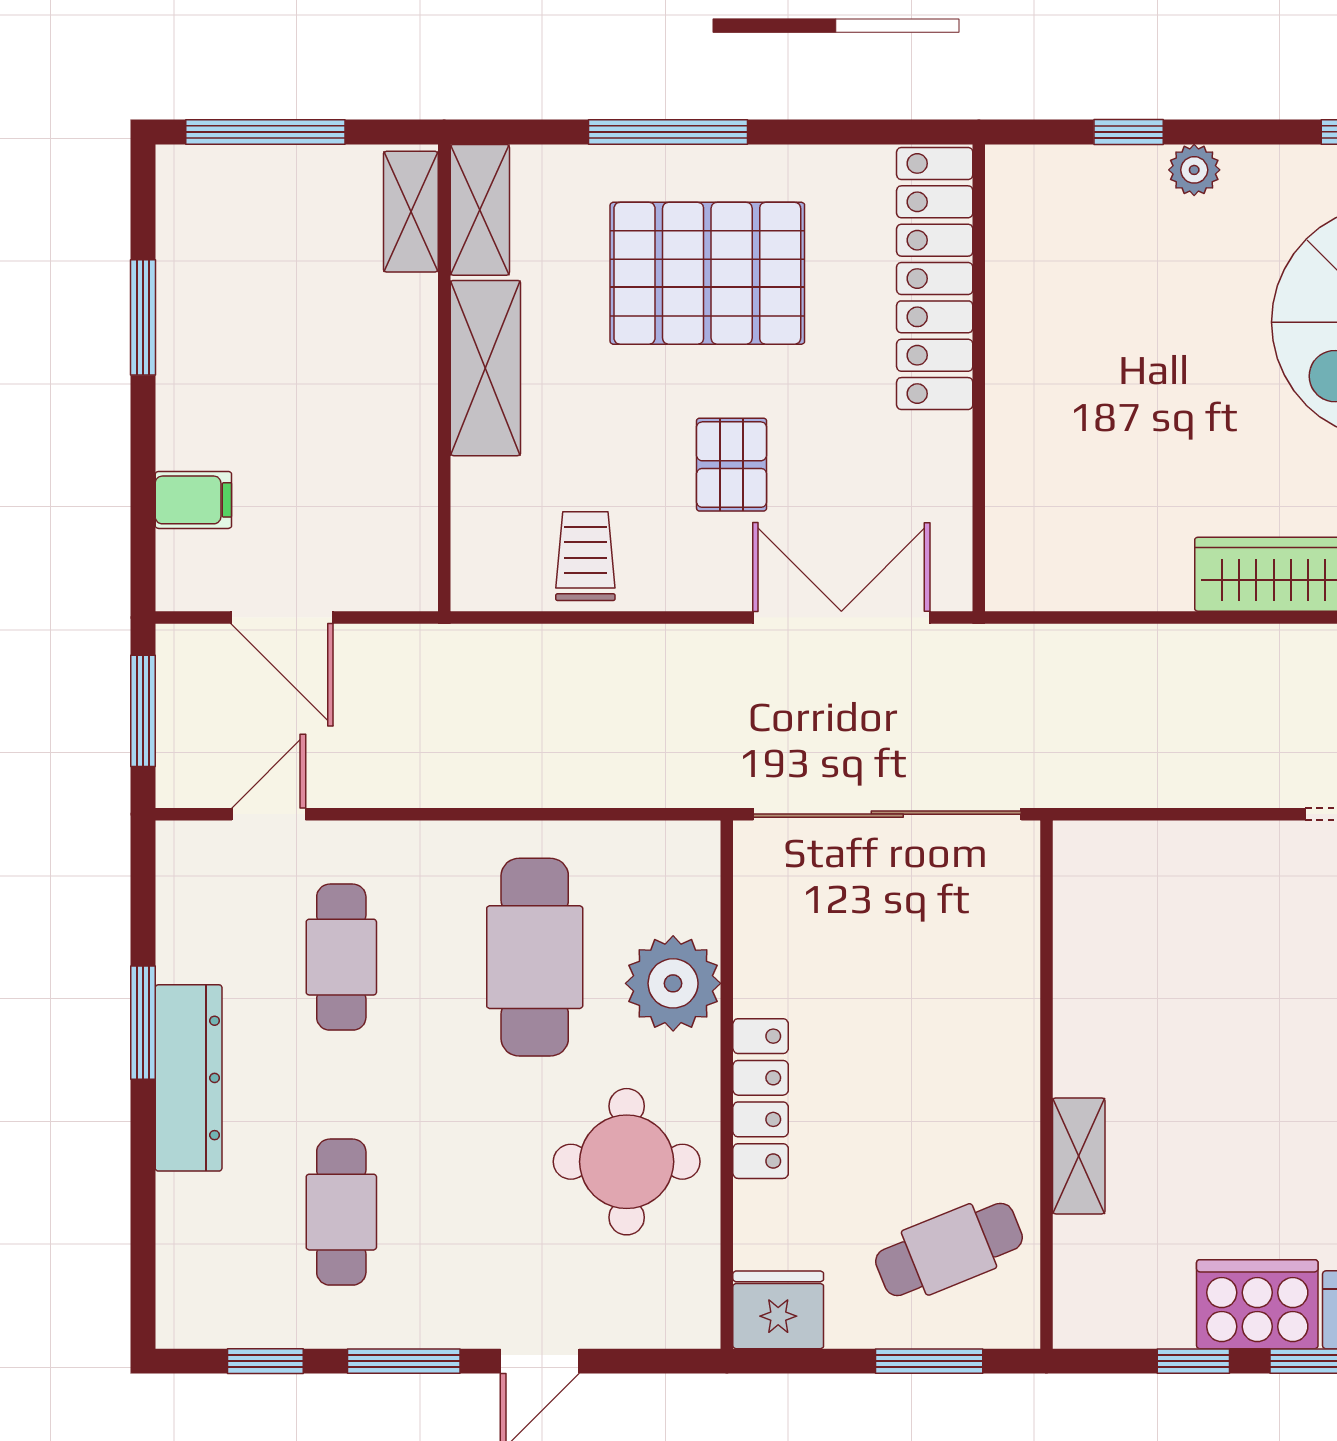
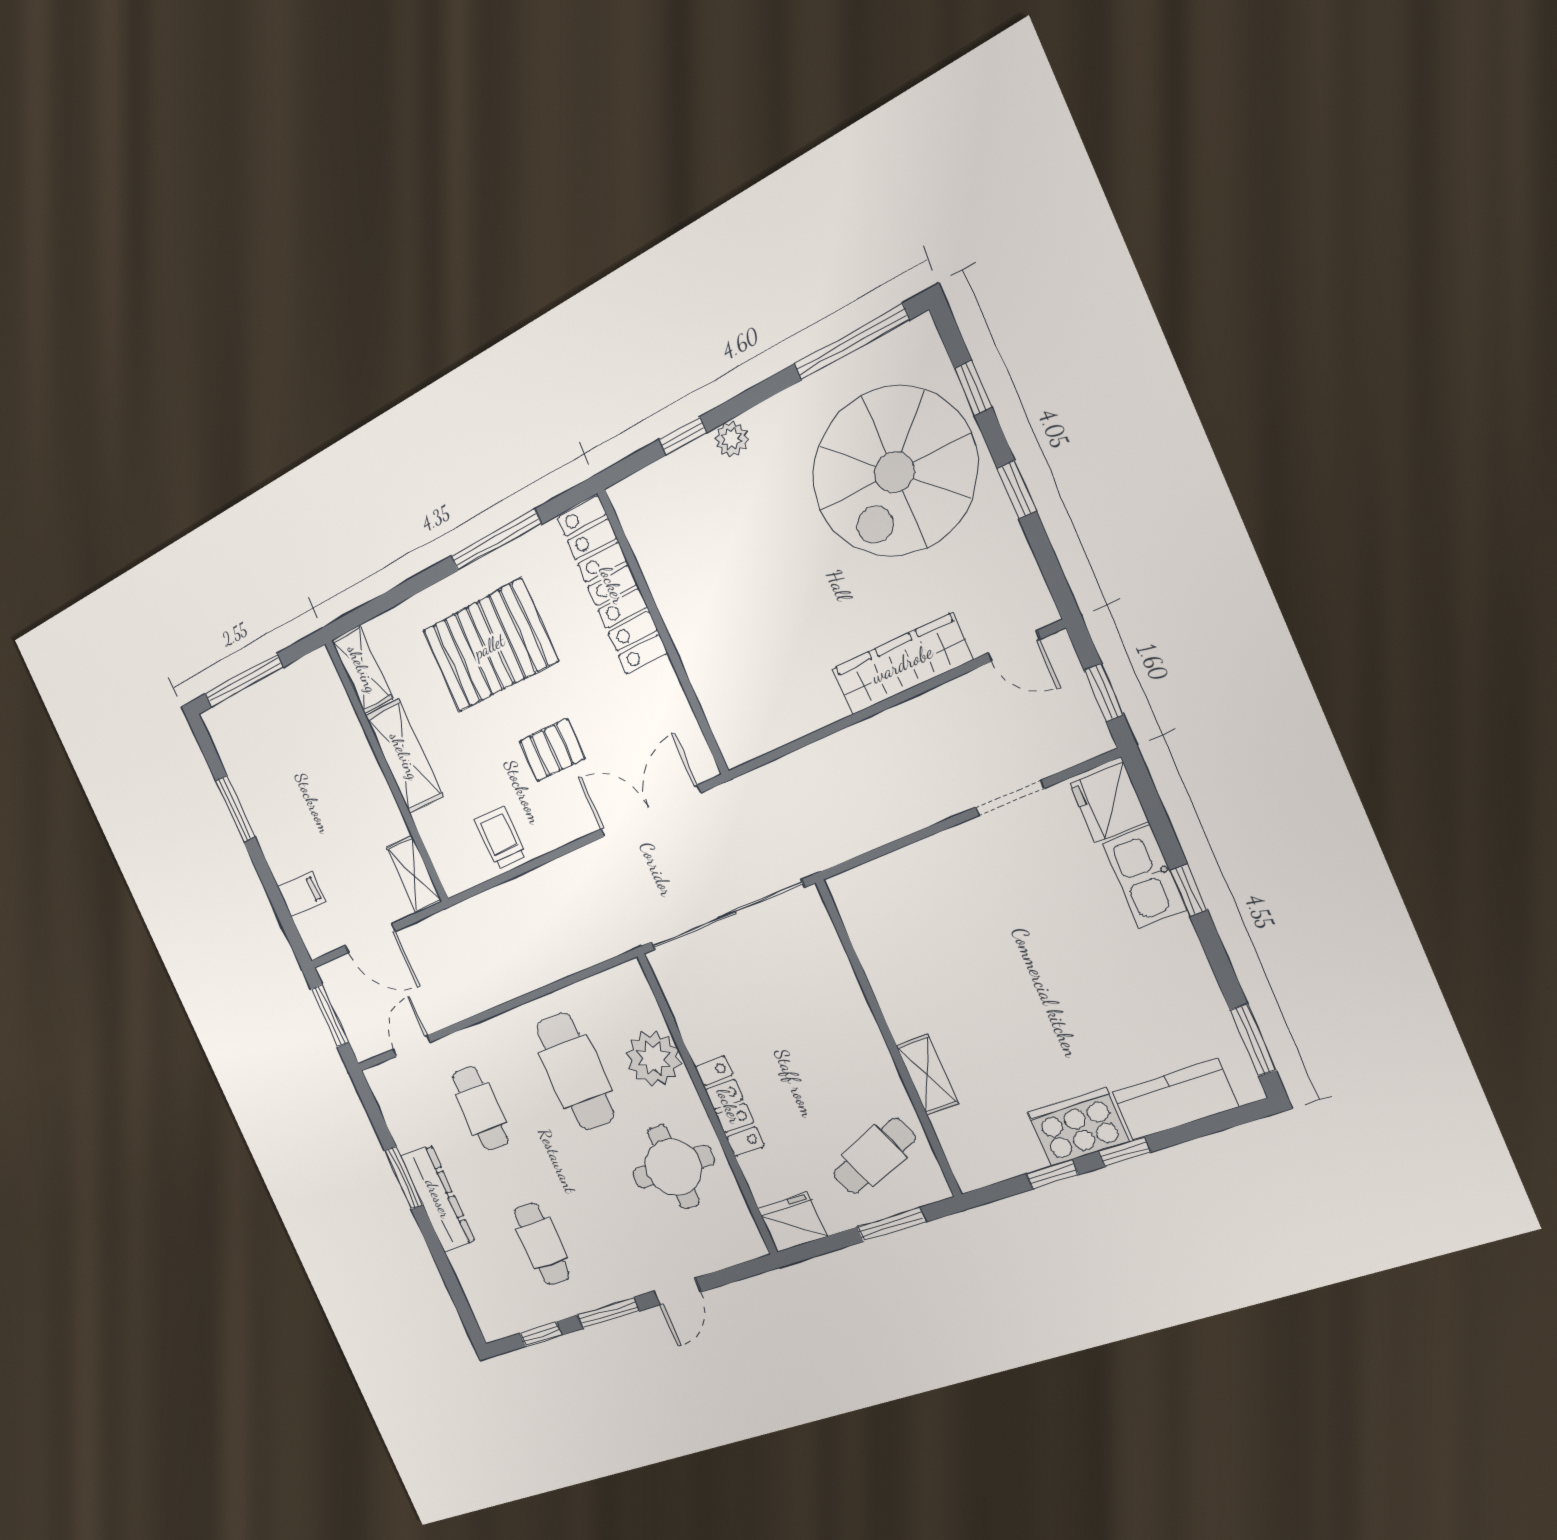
window: (668, 132) -> (496, 540), moved
shelving: (411, 212) -> (414, 875), moved
pallet: (732, 465) -> (552, 750), turned 90

